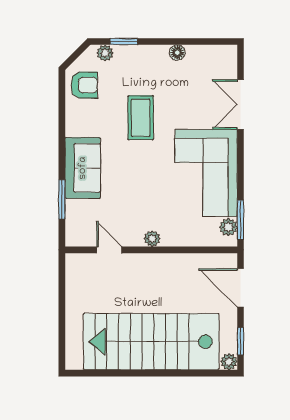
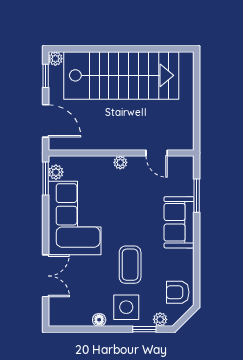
side table: (145, 68) -> (126, 307), added

